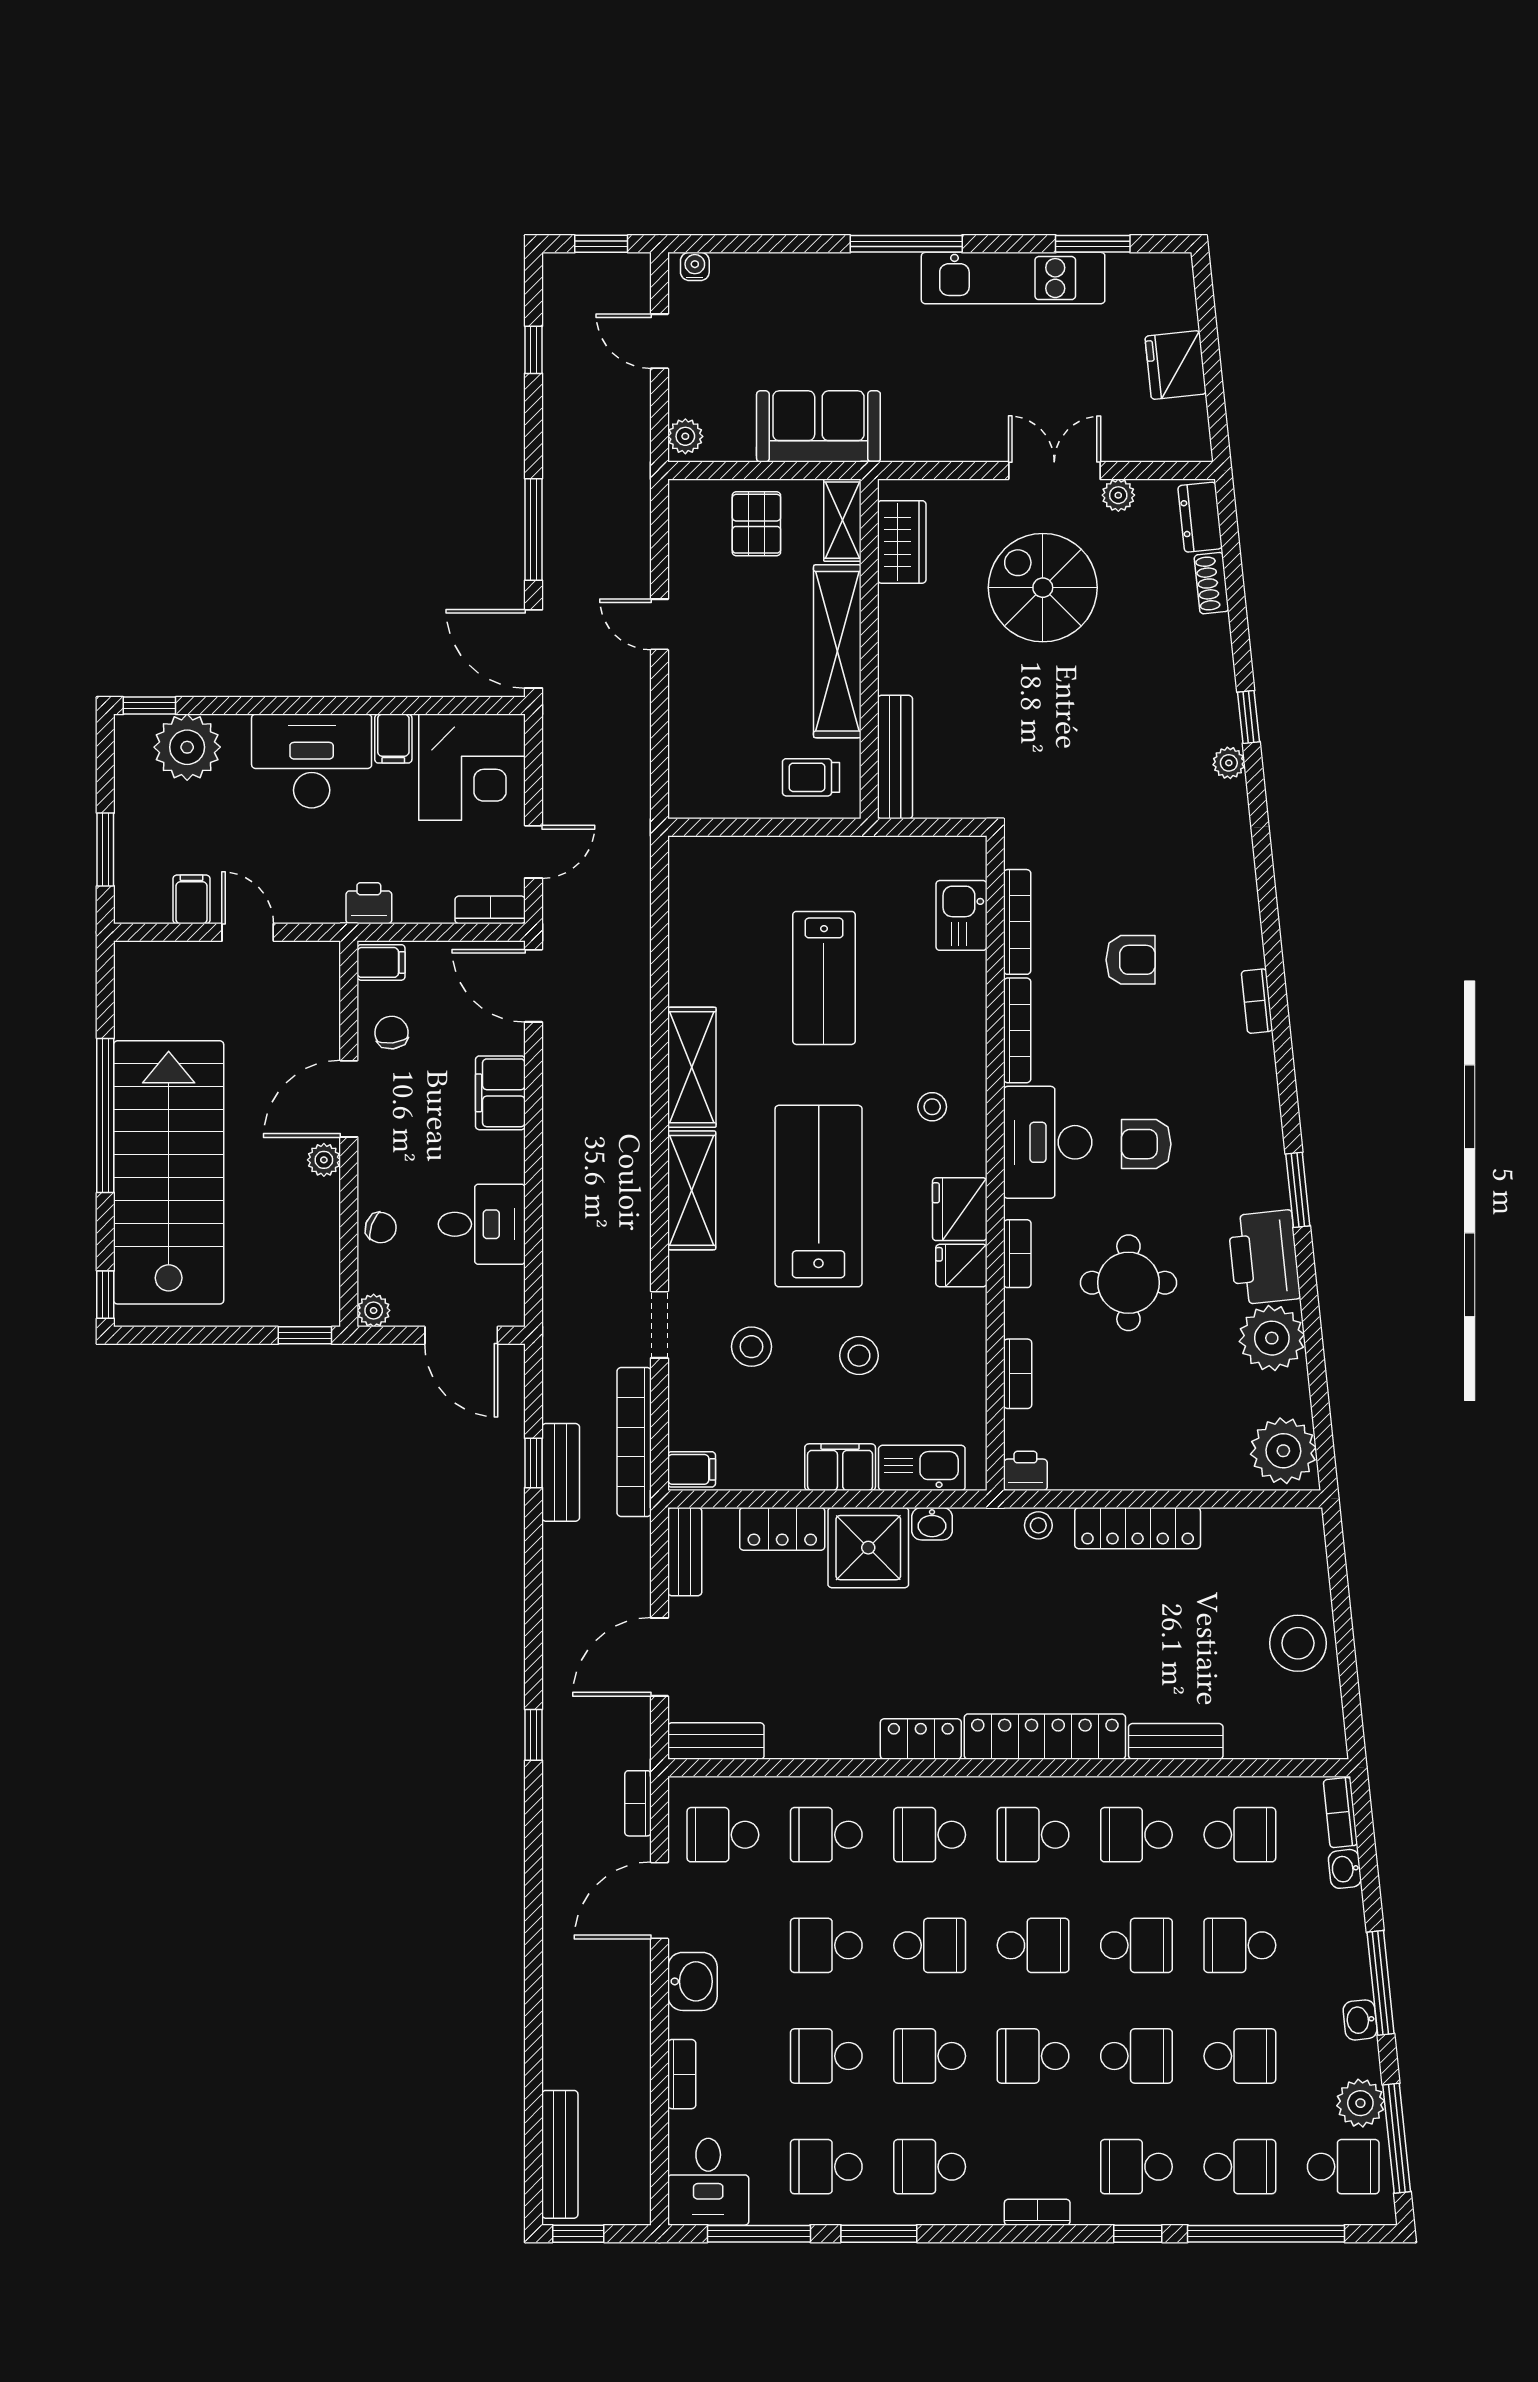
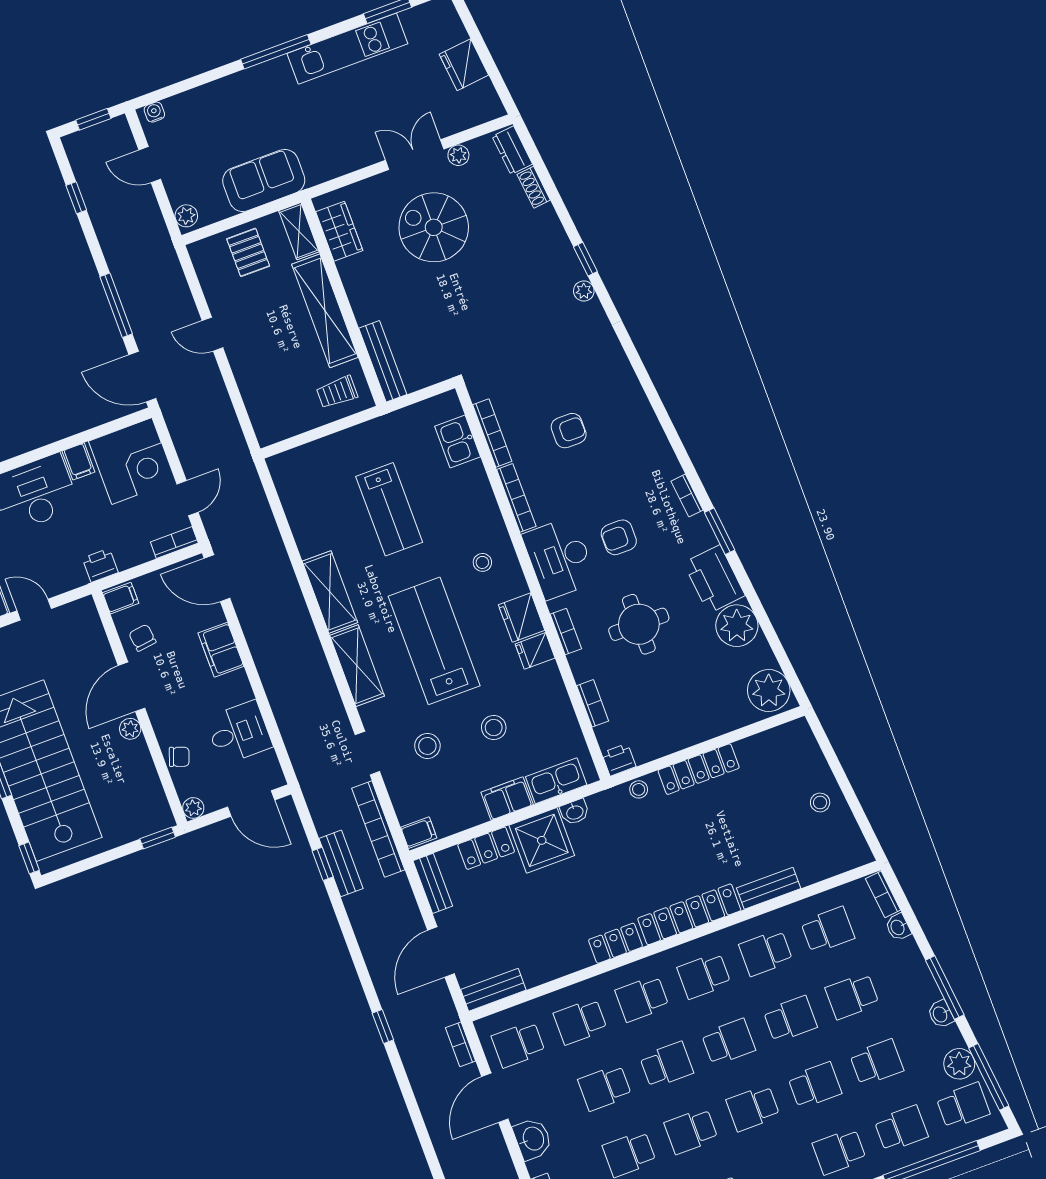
bookcase: (1257, 1001) -> (687, 496), moved
stool: (1298, 1643) -> (820, 802), width x0.53, depth x0.53

